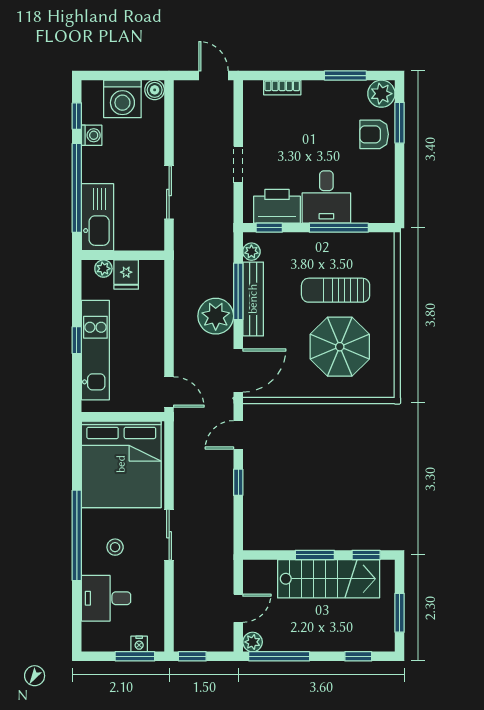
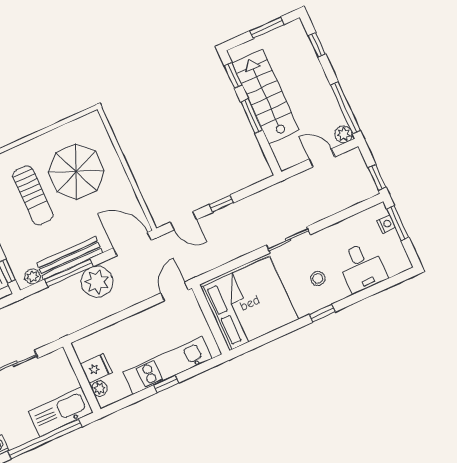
window: (77, 535) -> (322, 313), width x0.32

